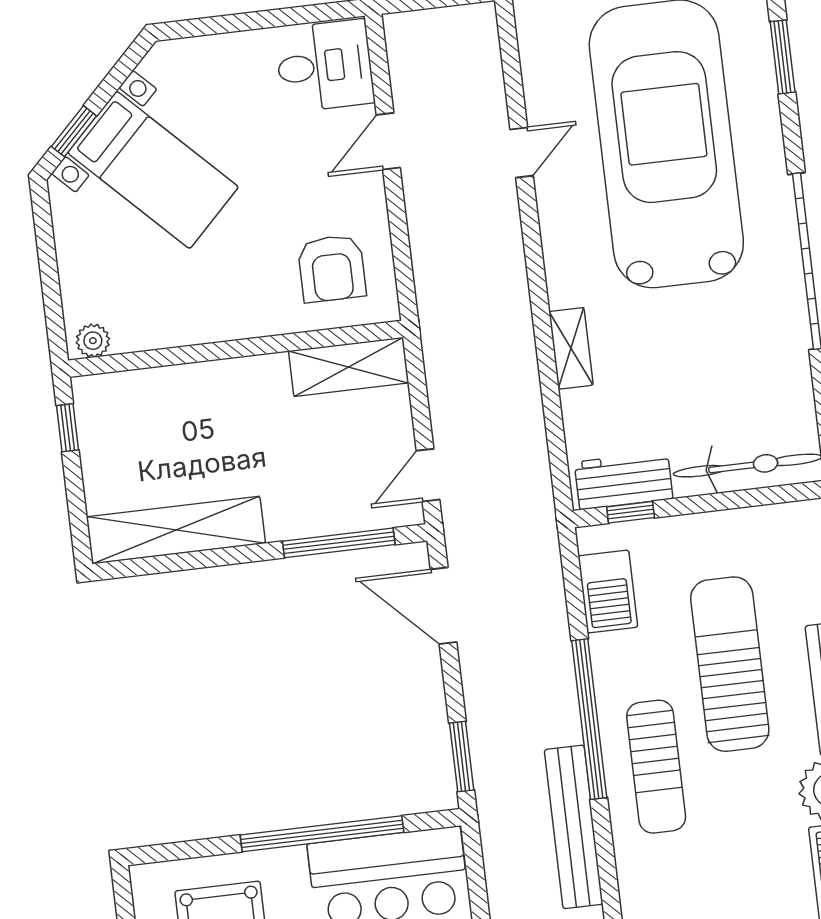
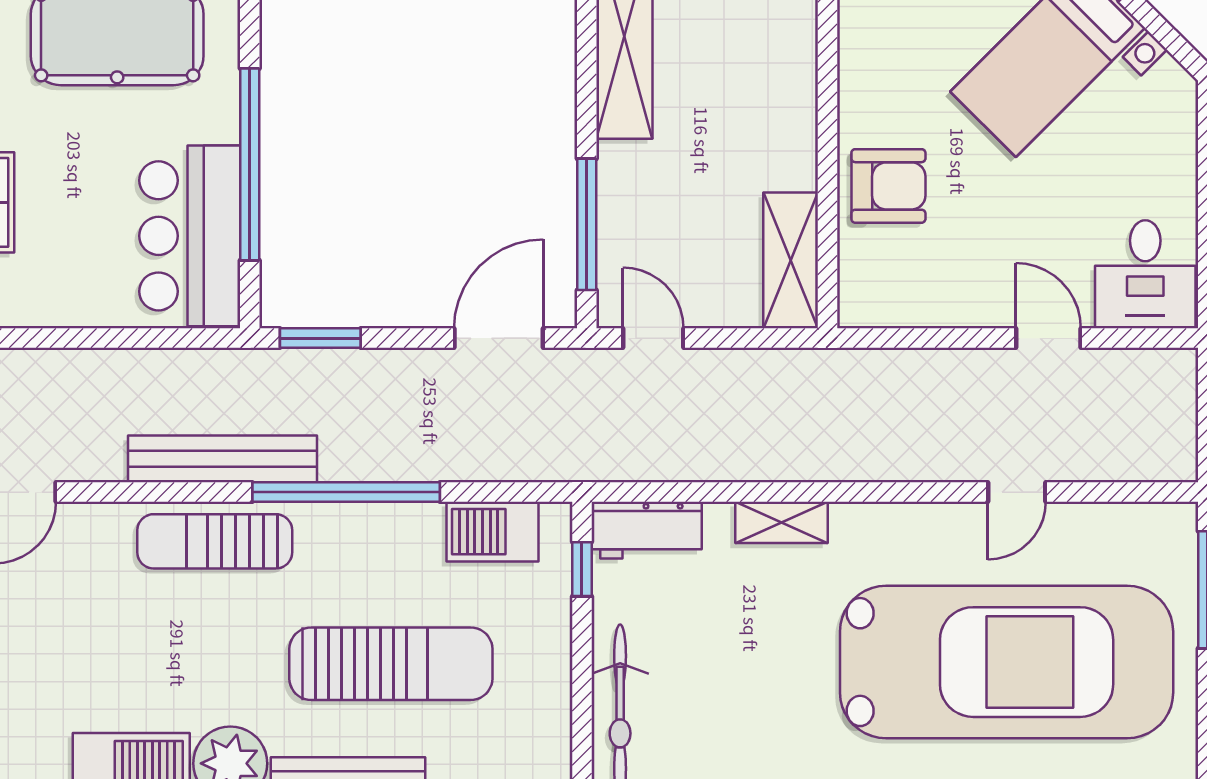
door: (522, 153) -> (1017, 492), hinge flipped
armchair: (332, 268) -> (888, 186), moved, turned 180
workbench: (624, 480) -> (647, 530), moved, turned 90
sun lounger: (656, 767) -> (215, 541), moved

